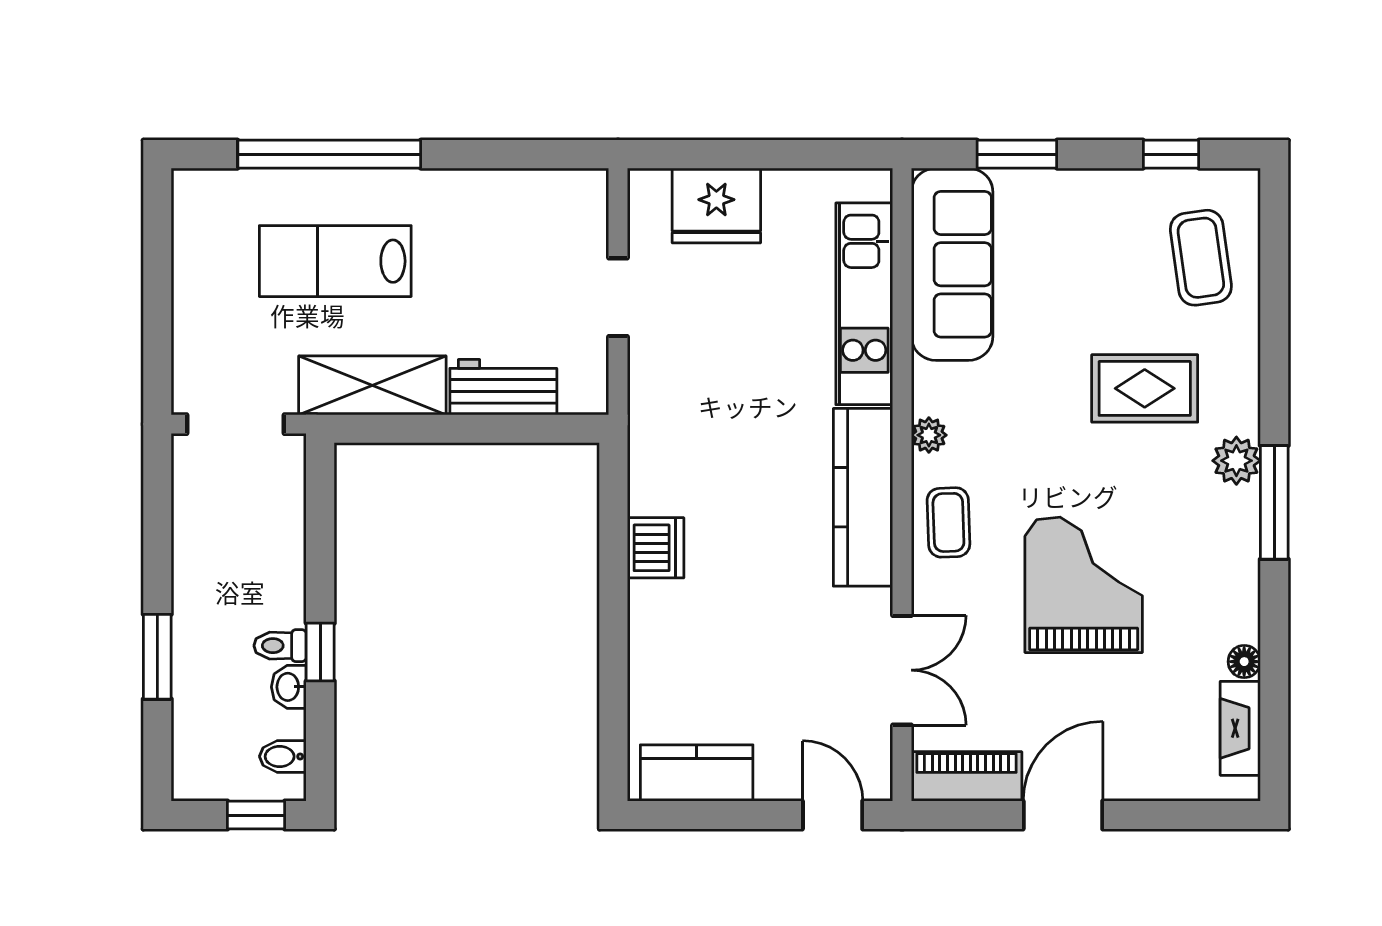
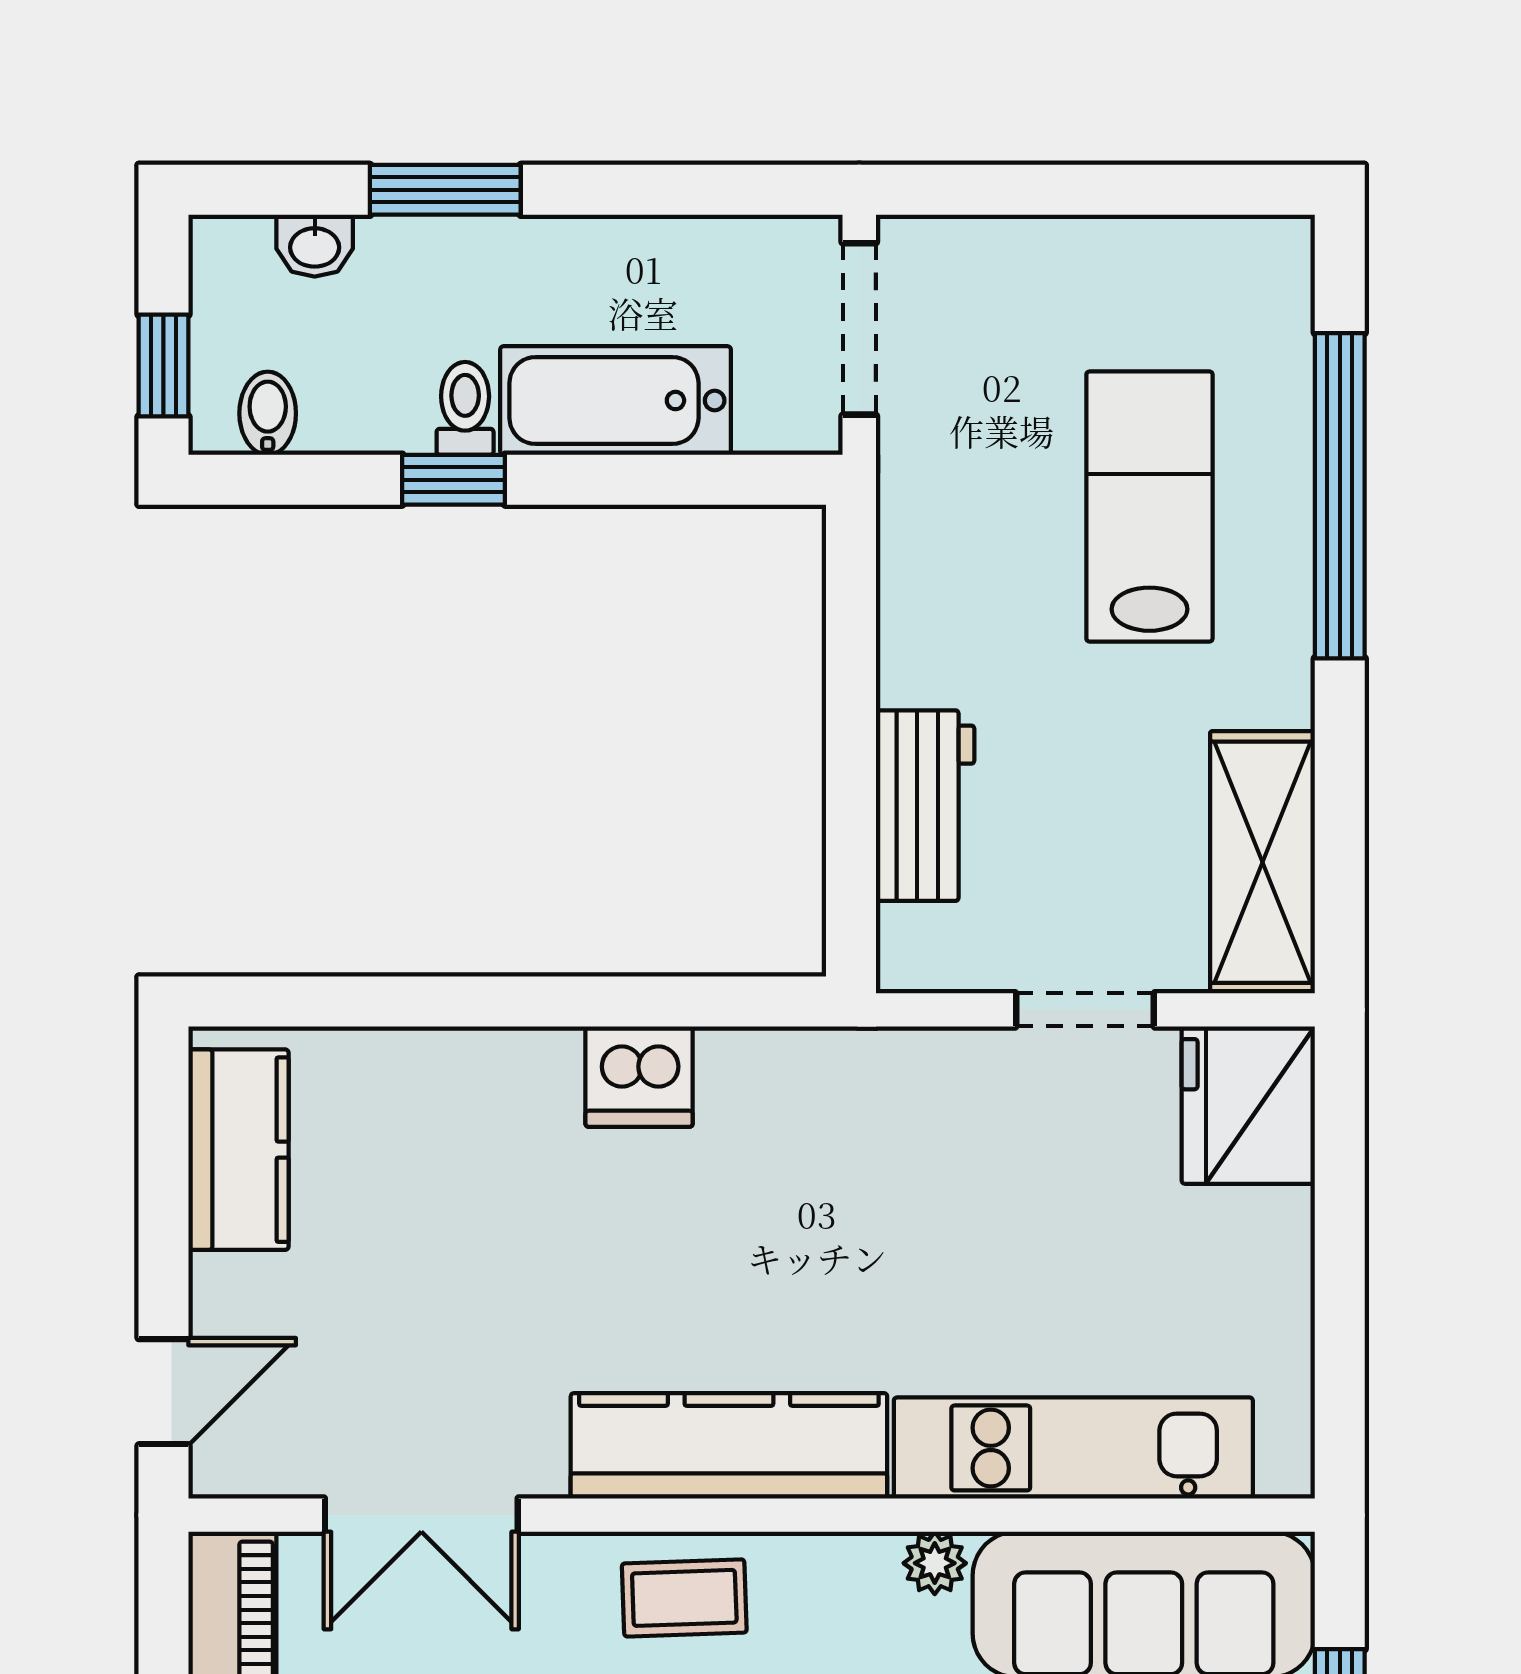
fridge: (716, 206) -> (1248, 1105), moved
shelving: (372, 385) -> (1262, 862), moved
plant: (929, 435) -> (935, 1563), moved
bathtub: (276, 561) -> (616, 401), added
washbasin: (289, 687) -> (315, 246), moved, turned 180

